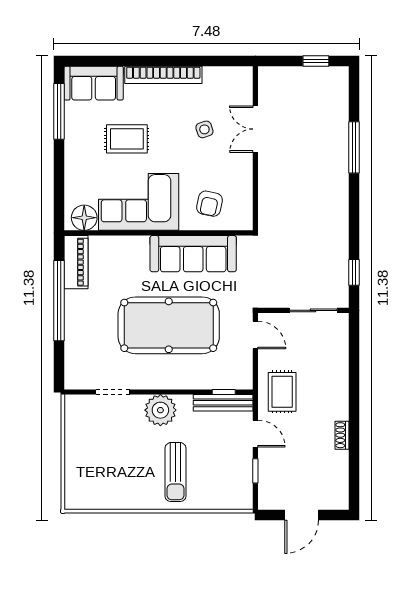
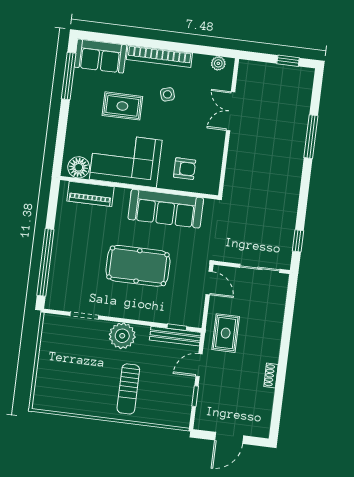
plant: (234, 74) -> (218, 63), added
side table: (204, 129) -> (167, 94), moved
armchair: (209, 204) -> (185, 169), turned -102
piano: (76, 262) -> (90, 194), moved, turned 90
window: (59, 301) -> (45, 262), moved
pool table: (169, 325) -> (138, 266), width x0.73, depth x0.76
door: (255, 434) -> (199, 365), swing flipped

